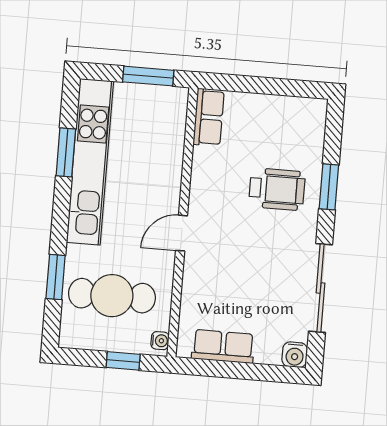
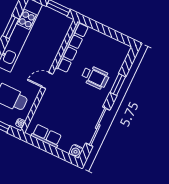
row of seats: (209, 117) -> (72, 47), width x2.02

